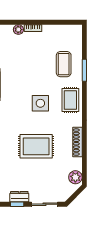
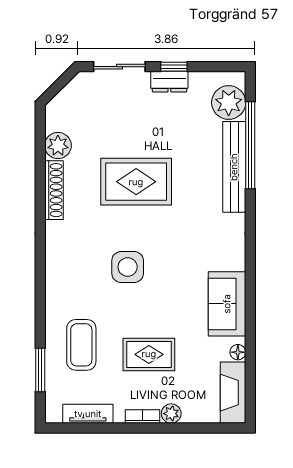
tv unit: (60, 29) -> (88, 414), added
window: (84, 70) -> (40, 370), moved
rug: (70, 100) -> (149, 354), moved, turned 90
plant: (75, 177) -> (58, 146), moved

